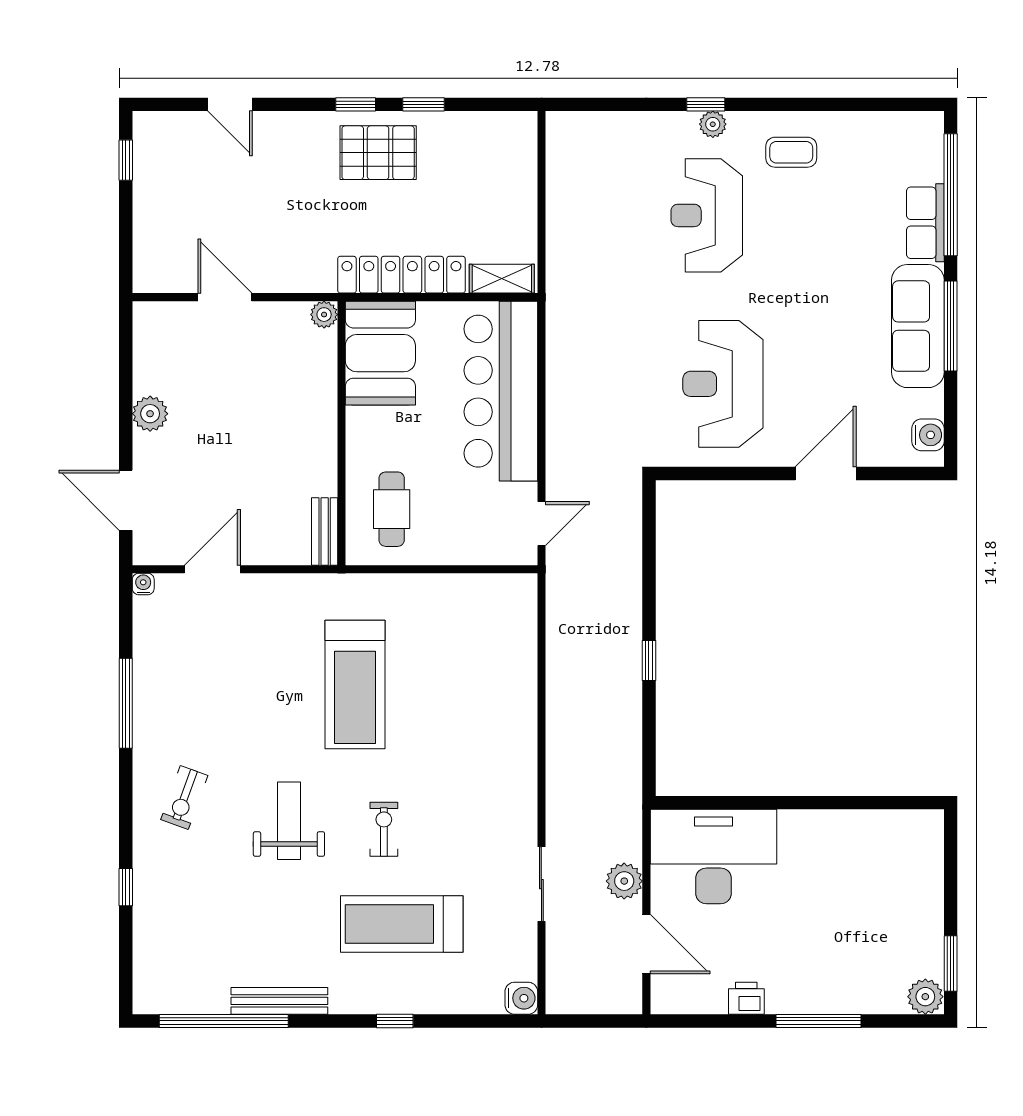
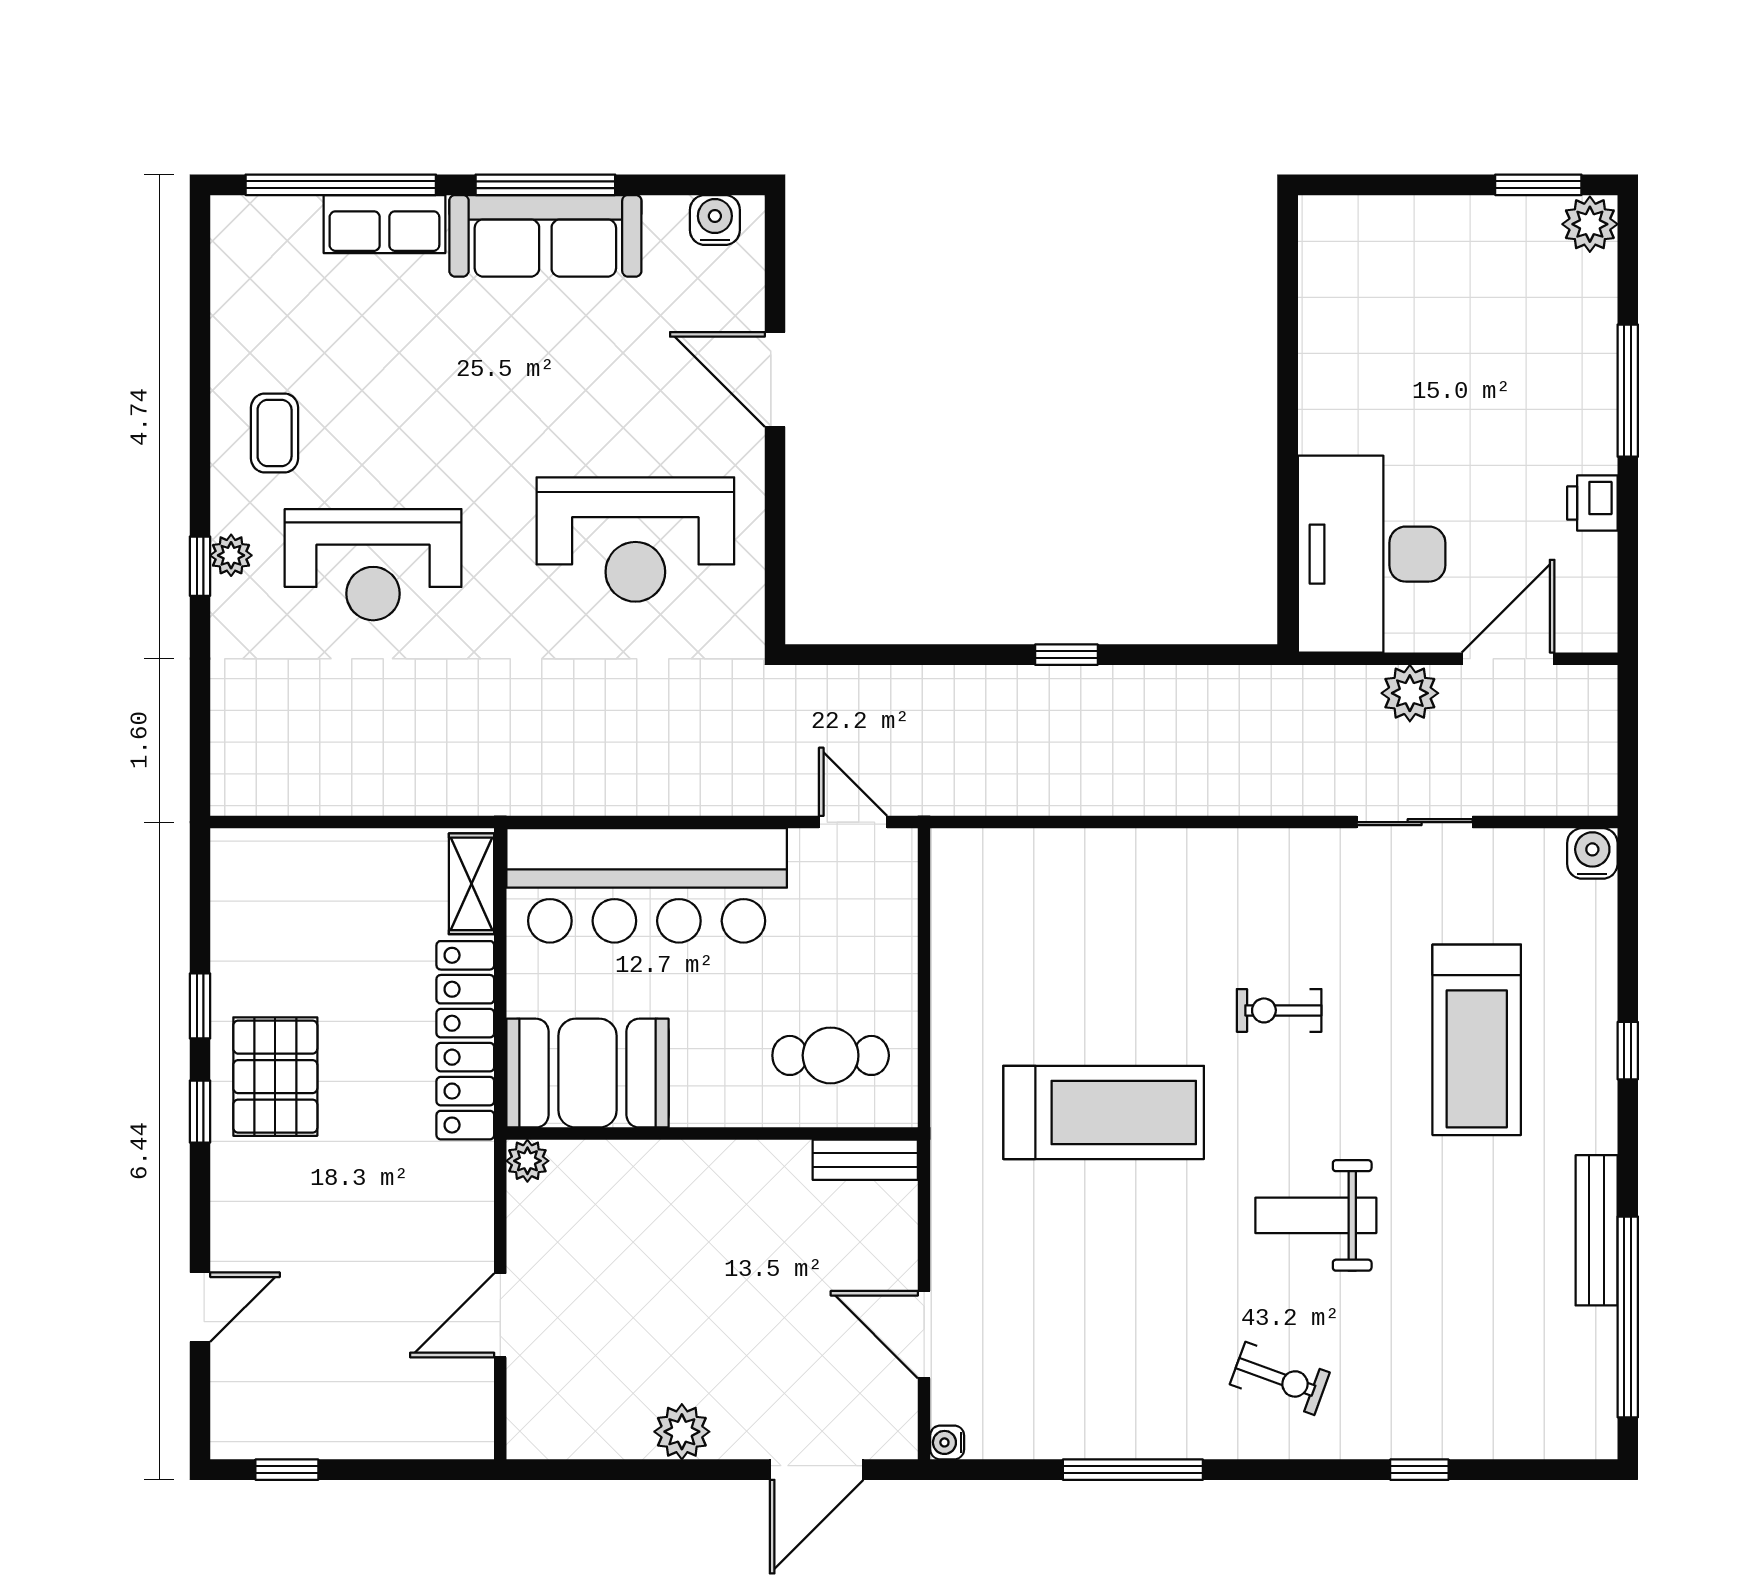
exercise bike: (384, 829) -> (1279, 1010), moved

